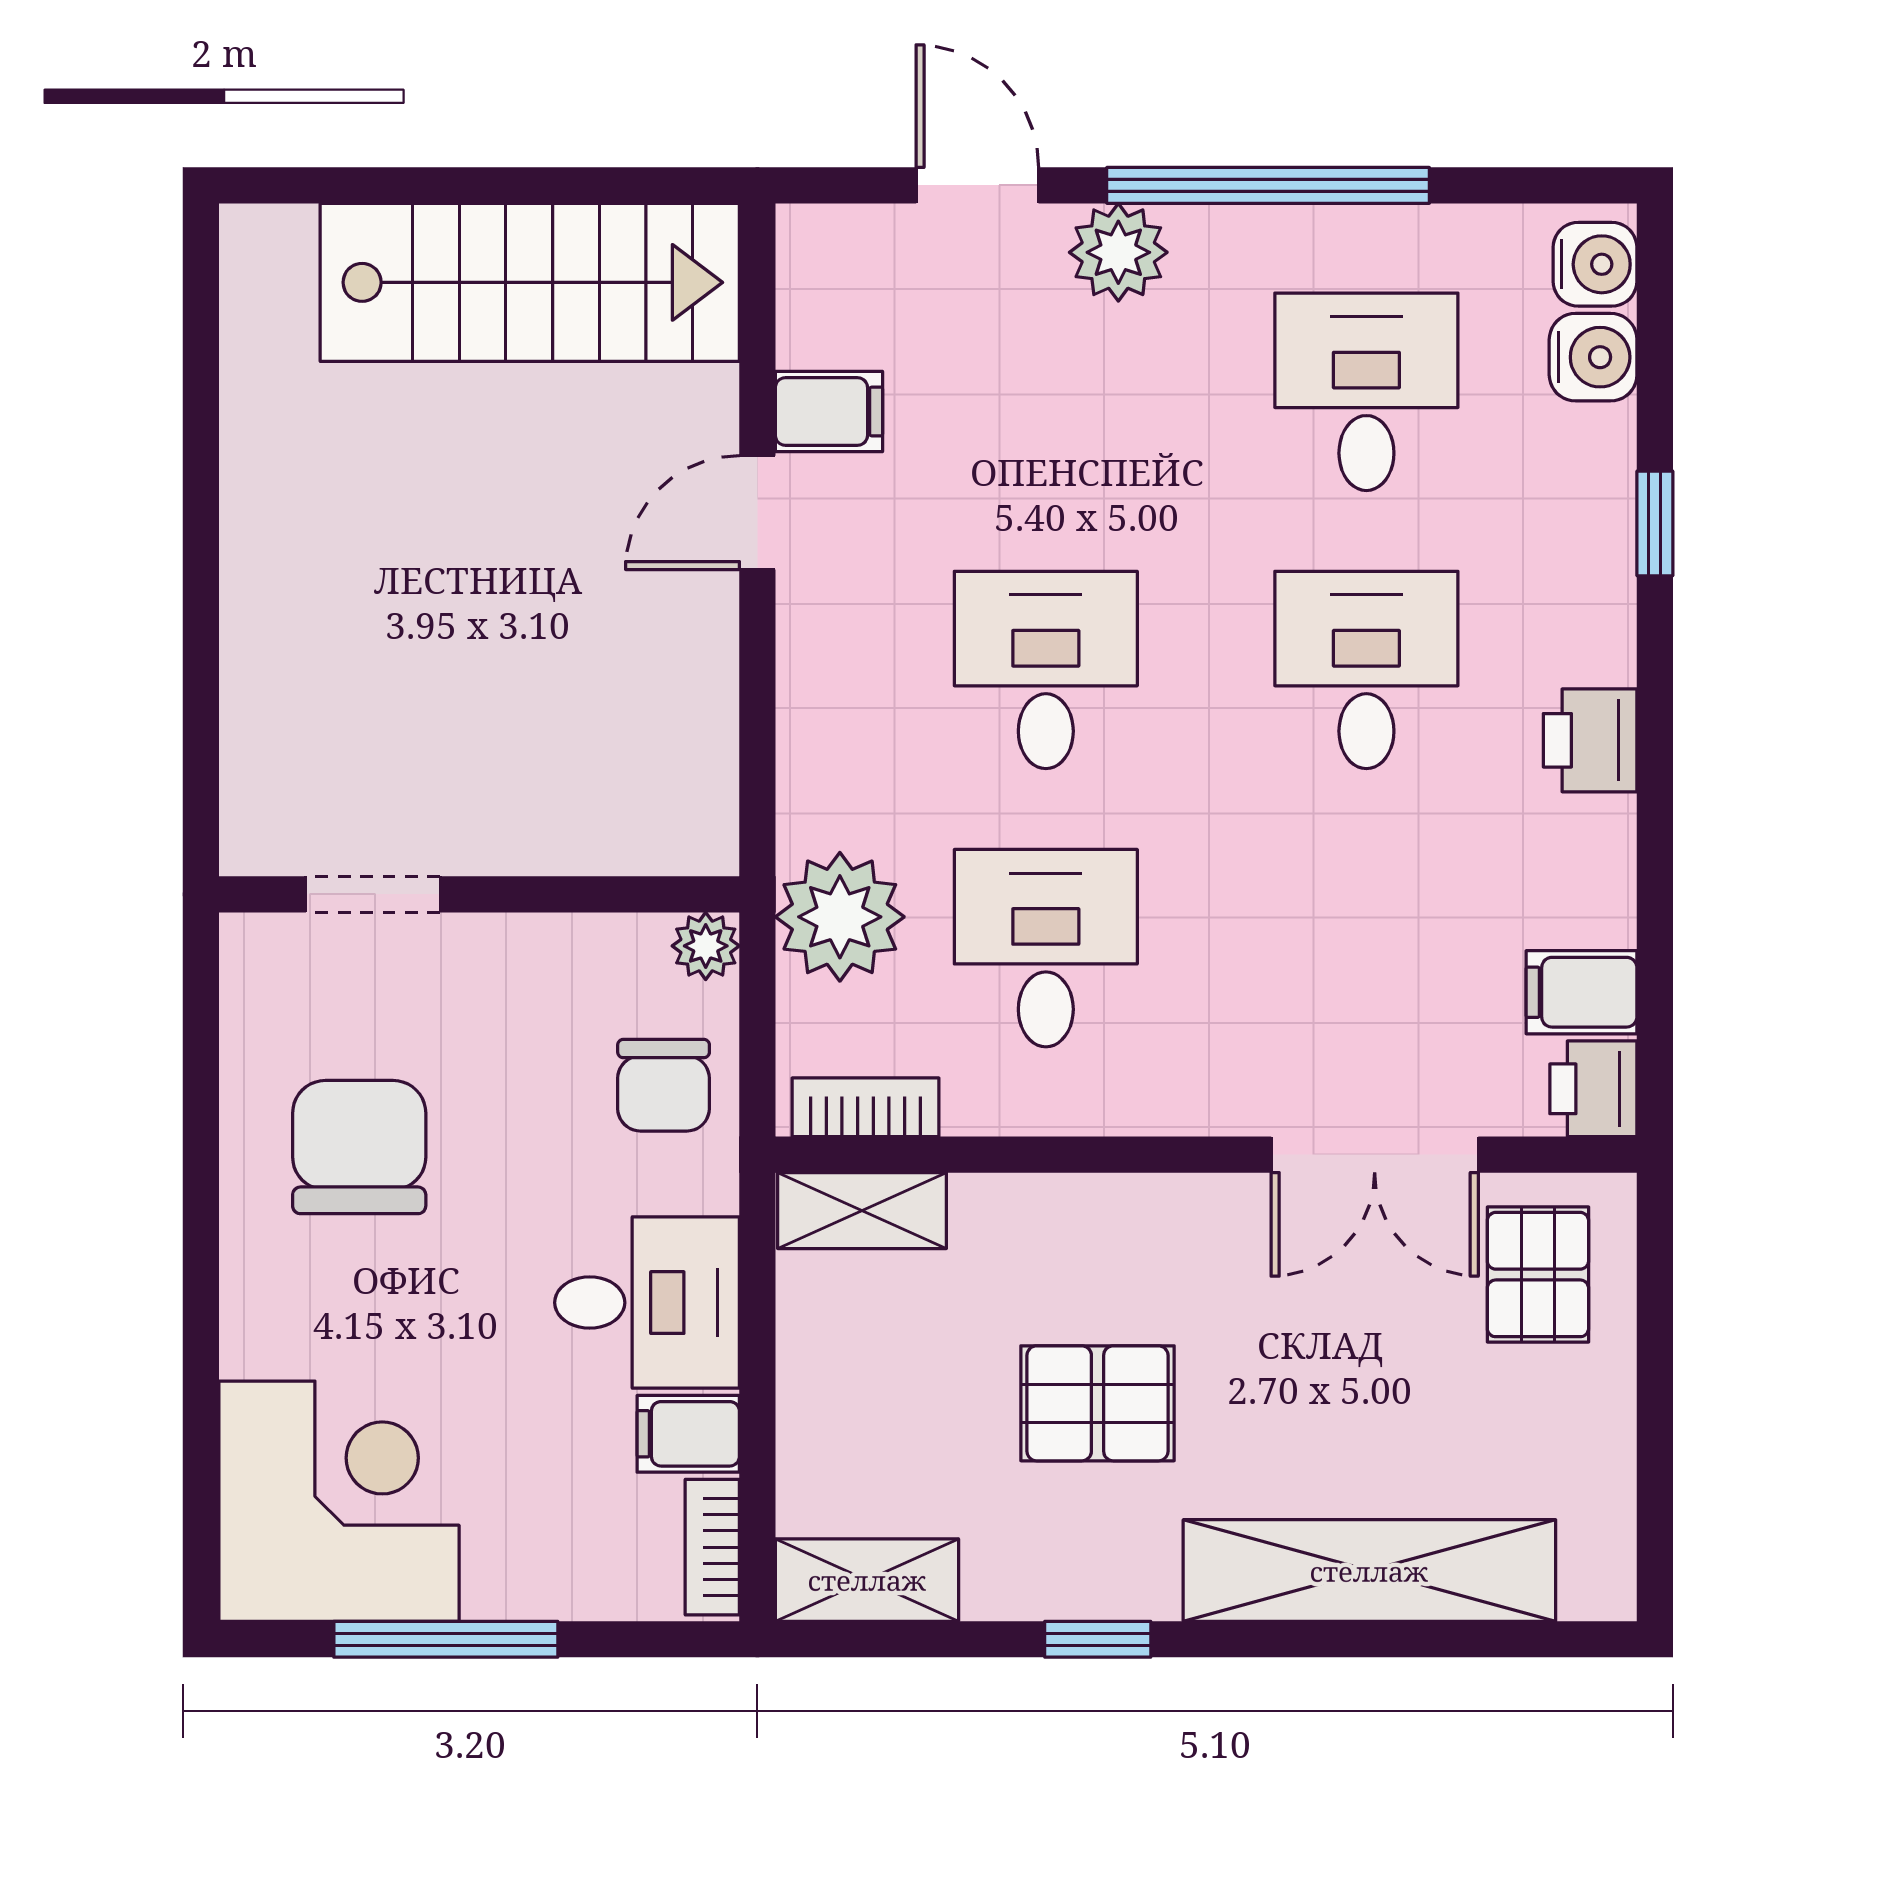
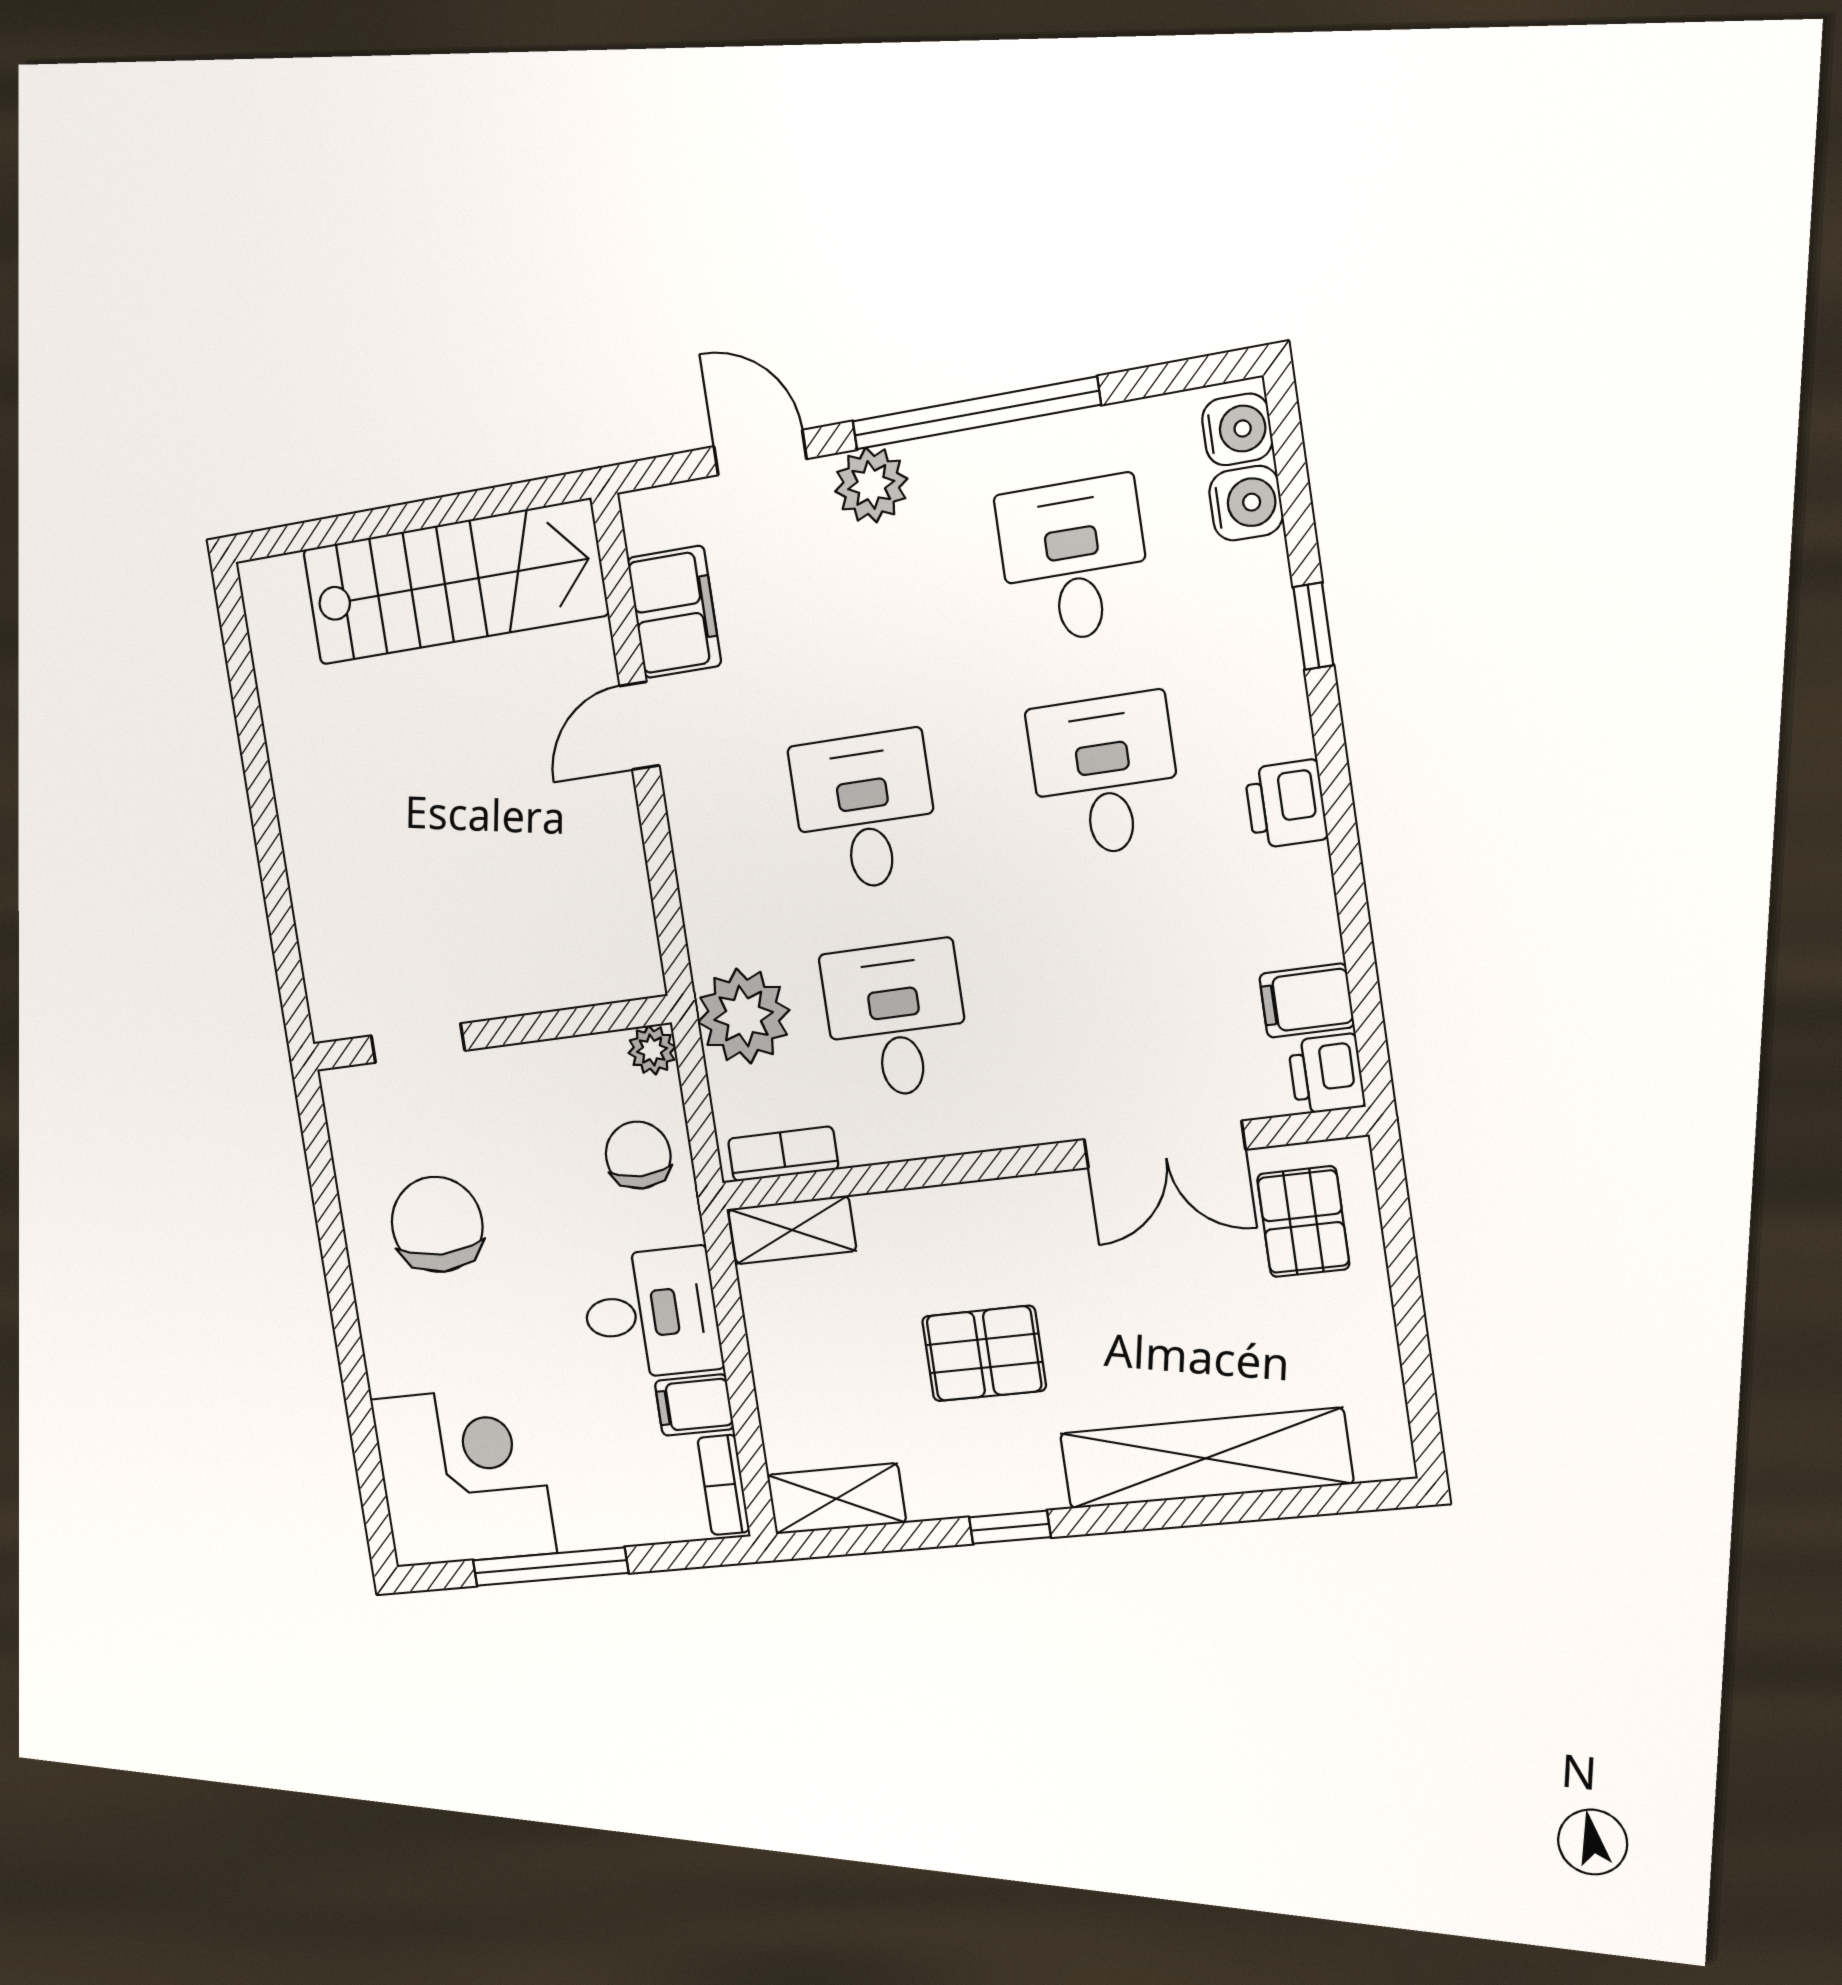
filing cabinet: (829, 411) -> (674, 612), width x2.00
chair: (664, 1085) -> (638, 1155), turned 180

